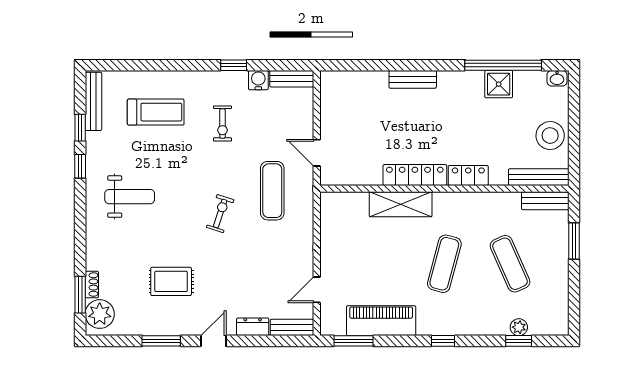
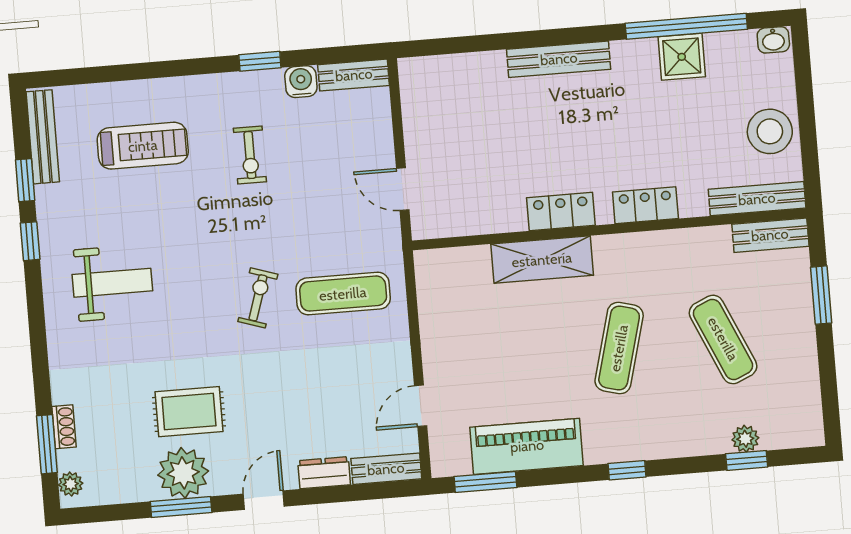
bench: (413, 79) -> (559, 59), width x1.36
locker: (415, 175) -> (561, 211), width x0.66
exercise mat: (272, 191) -> (343, 294), moved, turned 90
plant: (100, 314) -> (71, 484), width x0.53, depth x0.53
plant: (164, 320) -> (183, 473), added

